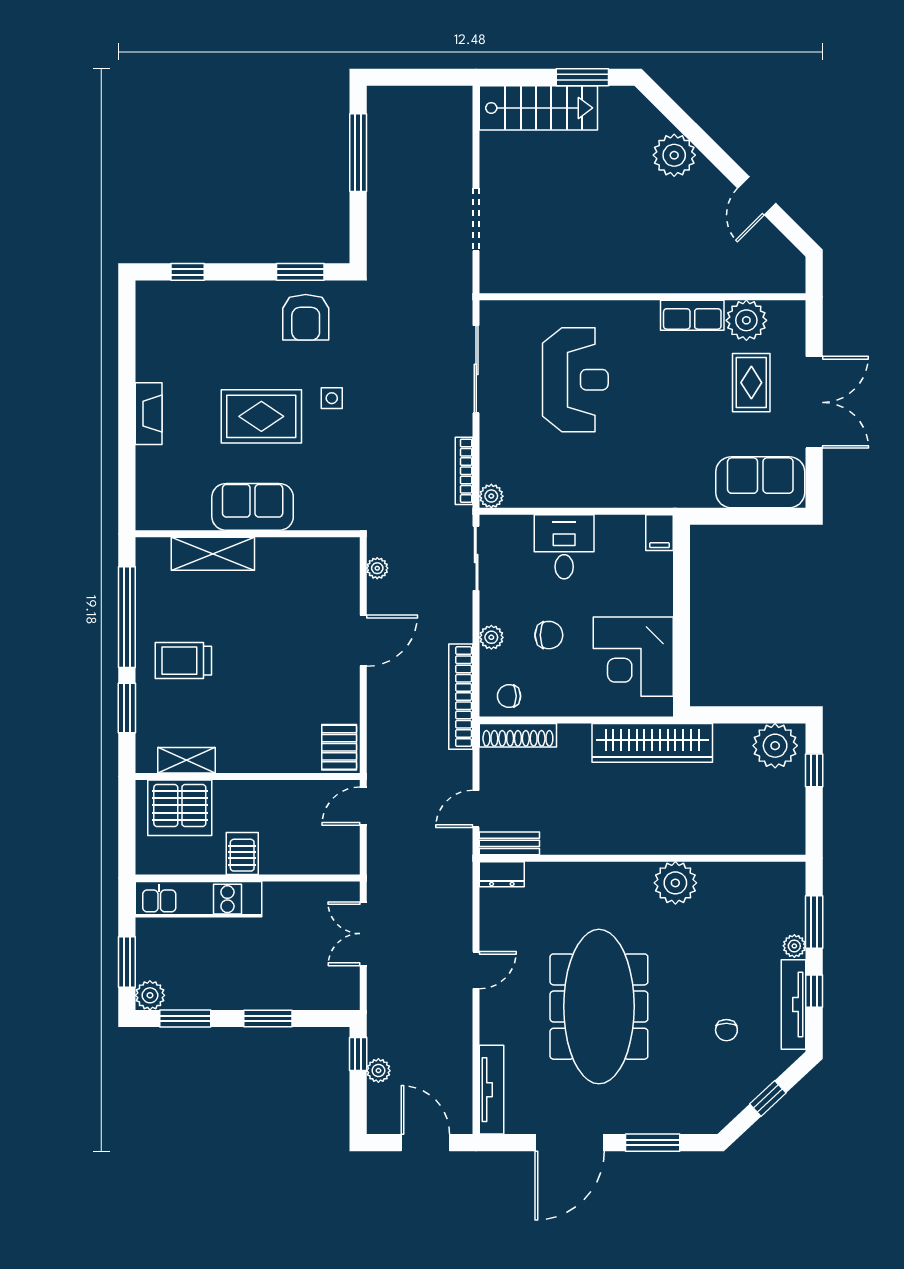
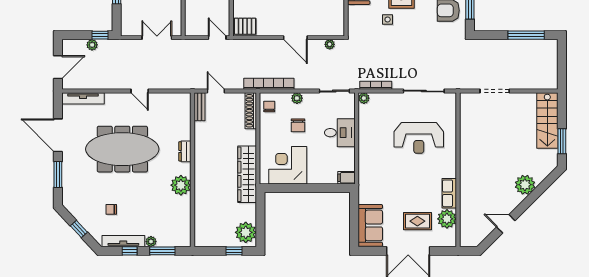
side table: (332, 398) -> (388, 19), moved
dresser: (502, 874) -> (185, 151), moved

